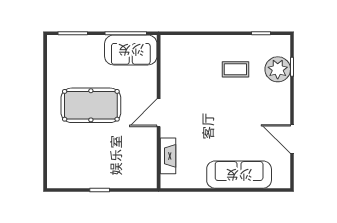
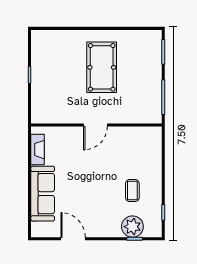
sofa: (131, 50) -> (149, 101), removed
door: (159, 113) -> (95, 125), swing flipped
door: (292, 139) -> (73, 239), hinge flipped
fireplace: (168, 156) -> (38, 150), moved, turned -90

